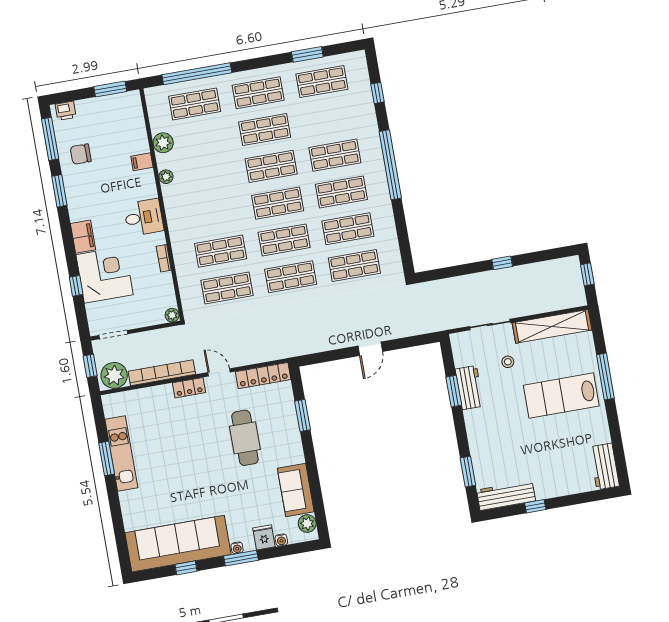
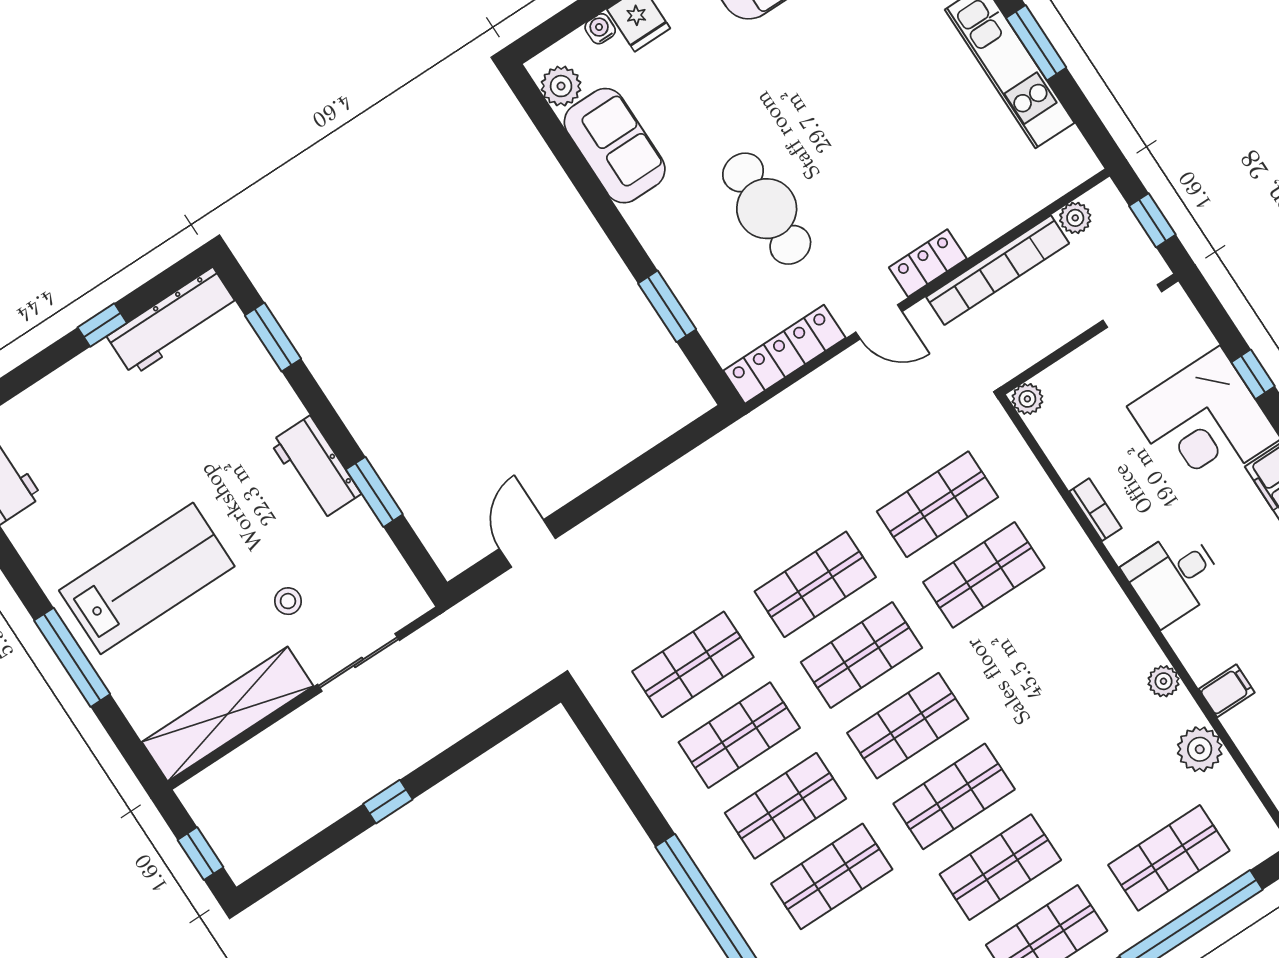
door: (370, 349) -> (527, 543), moved
plant: (114, 375) -> (1075, 218), width x0.53, depth x0.53
workbench: (469, 388) -> (316, 468), moved

